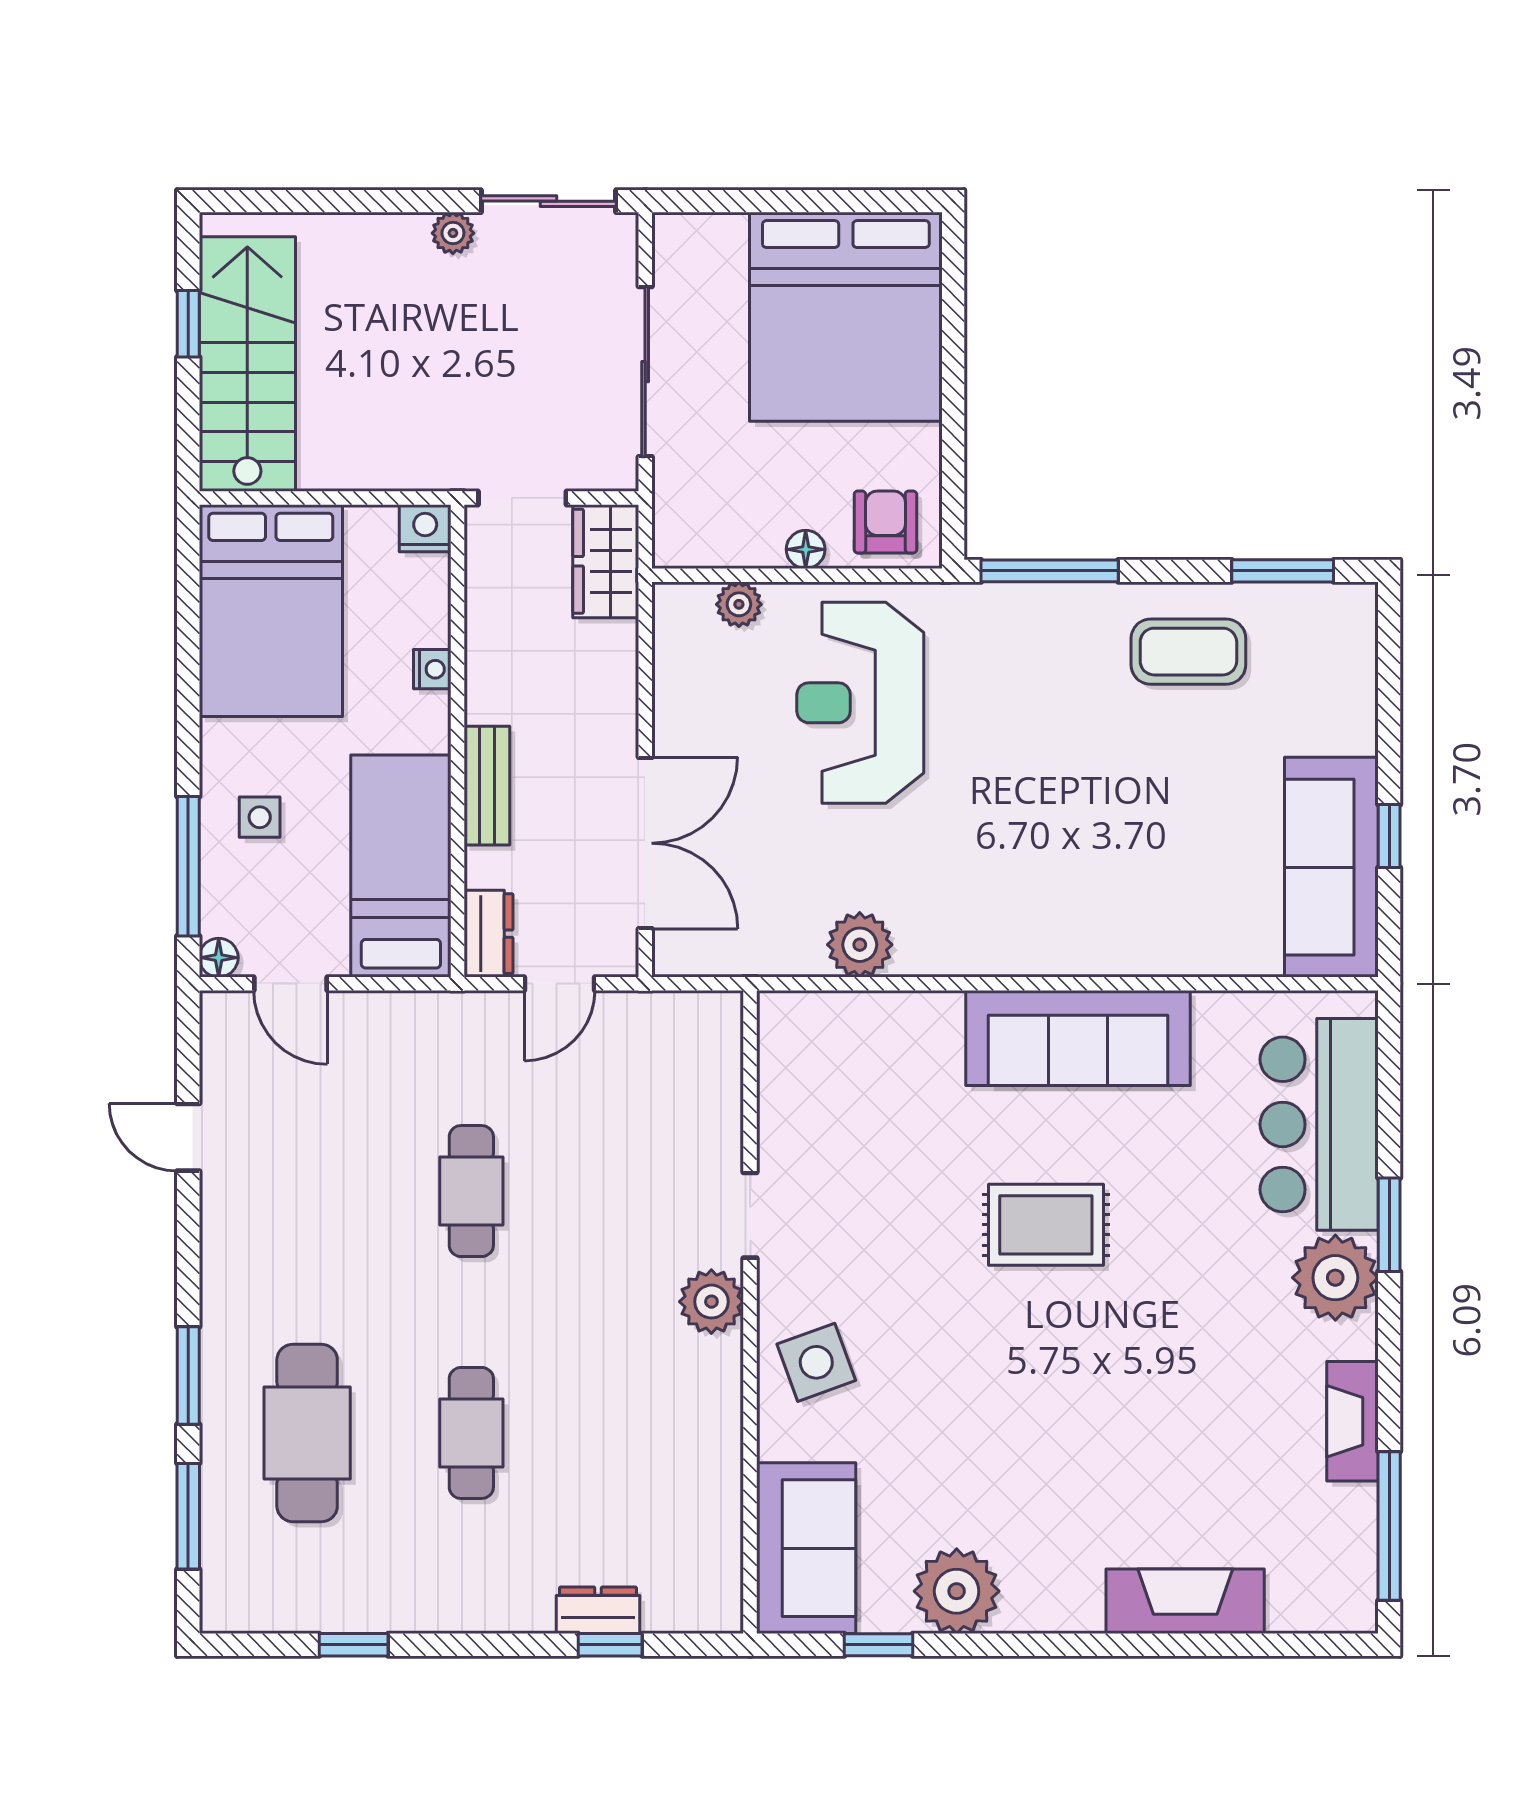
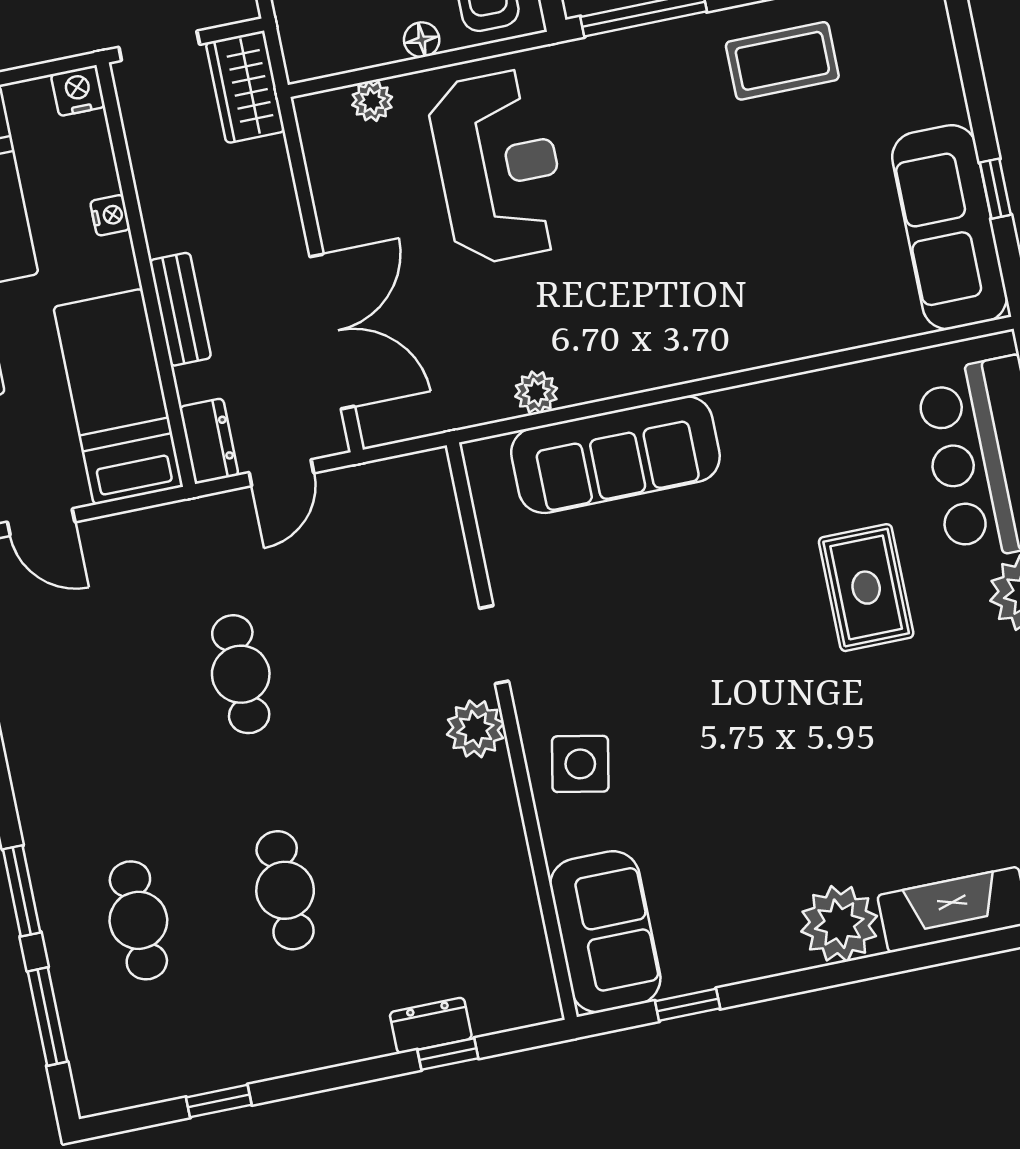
reception desk: (860, 703) -> (499, 167), turned 180
plant: (860, 945) -> (536, 392), width x0.73, depth x0.73
sofa: (1078, 1038) -> (615, 455), moved
rug: (1046, 1225) -> (866, 588), moved, turned 90
side table: (816, 1362) -> (580, 764), turned 31
cafe table: (307, 1433) -> (138, 920), width x0.73, depth x0.74
plant: (957, 1591) -> (839, 924), moved

